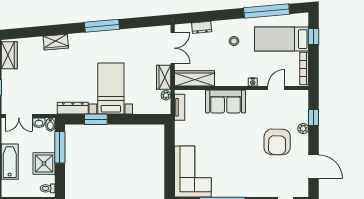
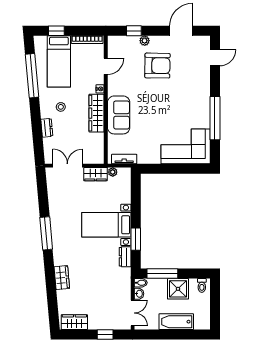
dresser: (202, 27) -> (47, 128), moved
wardrobe: (195, 78) -> (97, 113), moved
door: (276, 88) -> (106, 66), swing flipped
dresser: (73, 108) -> (125, 257), width x0.70

